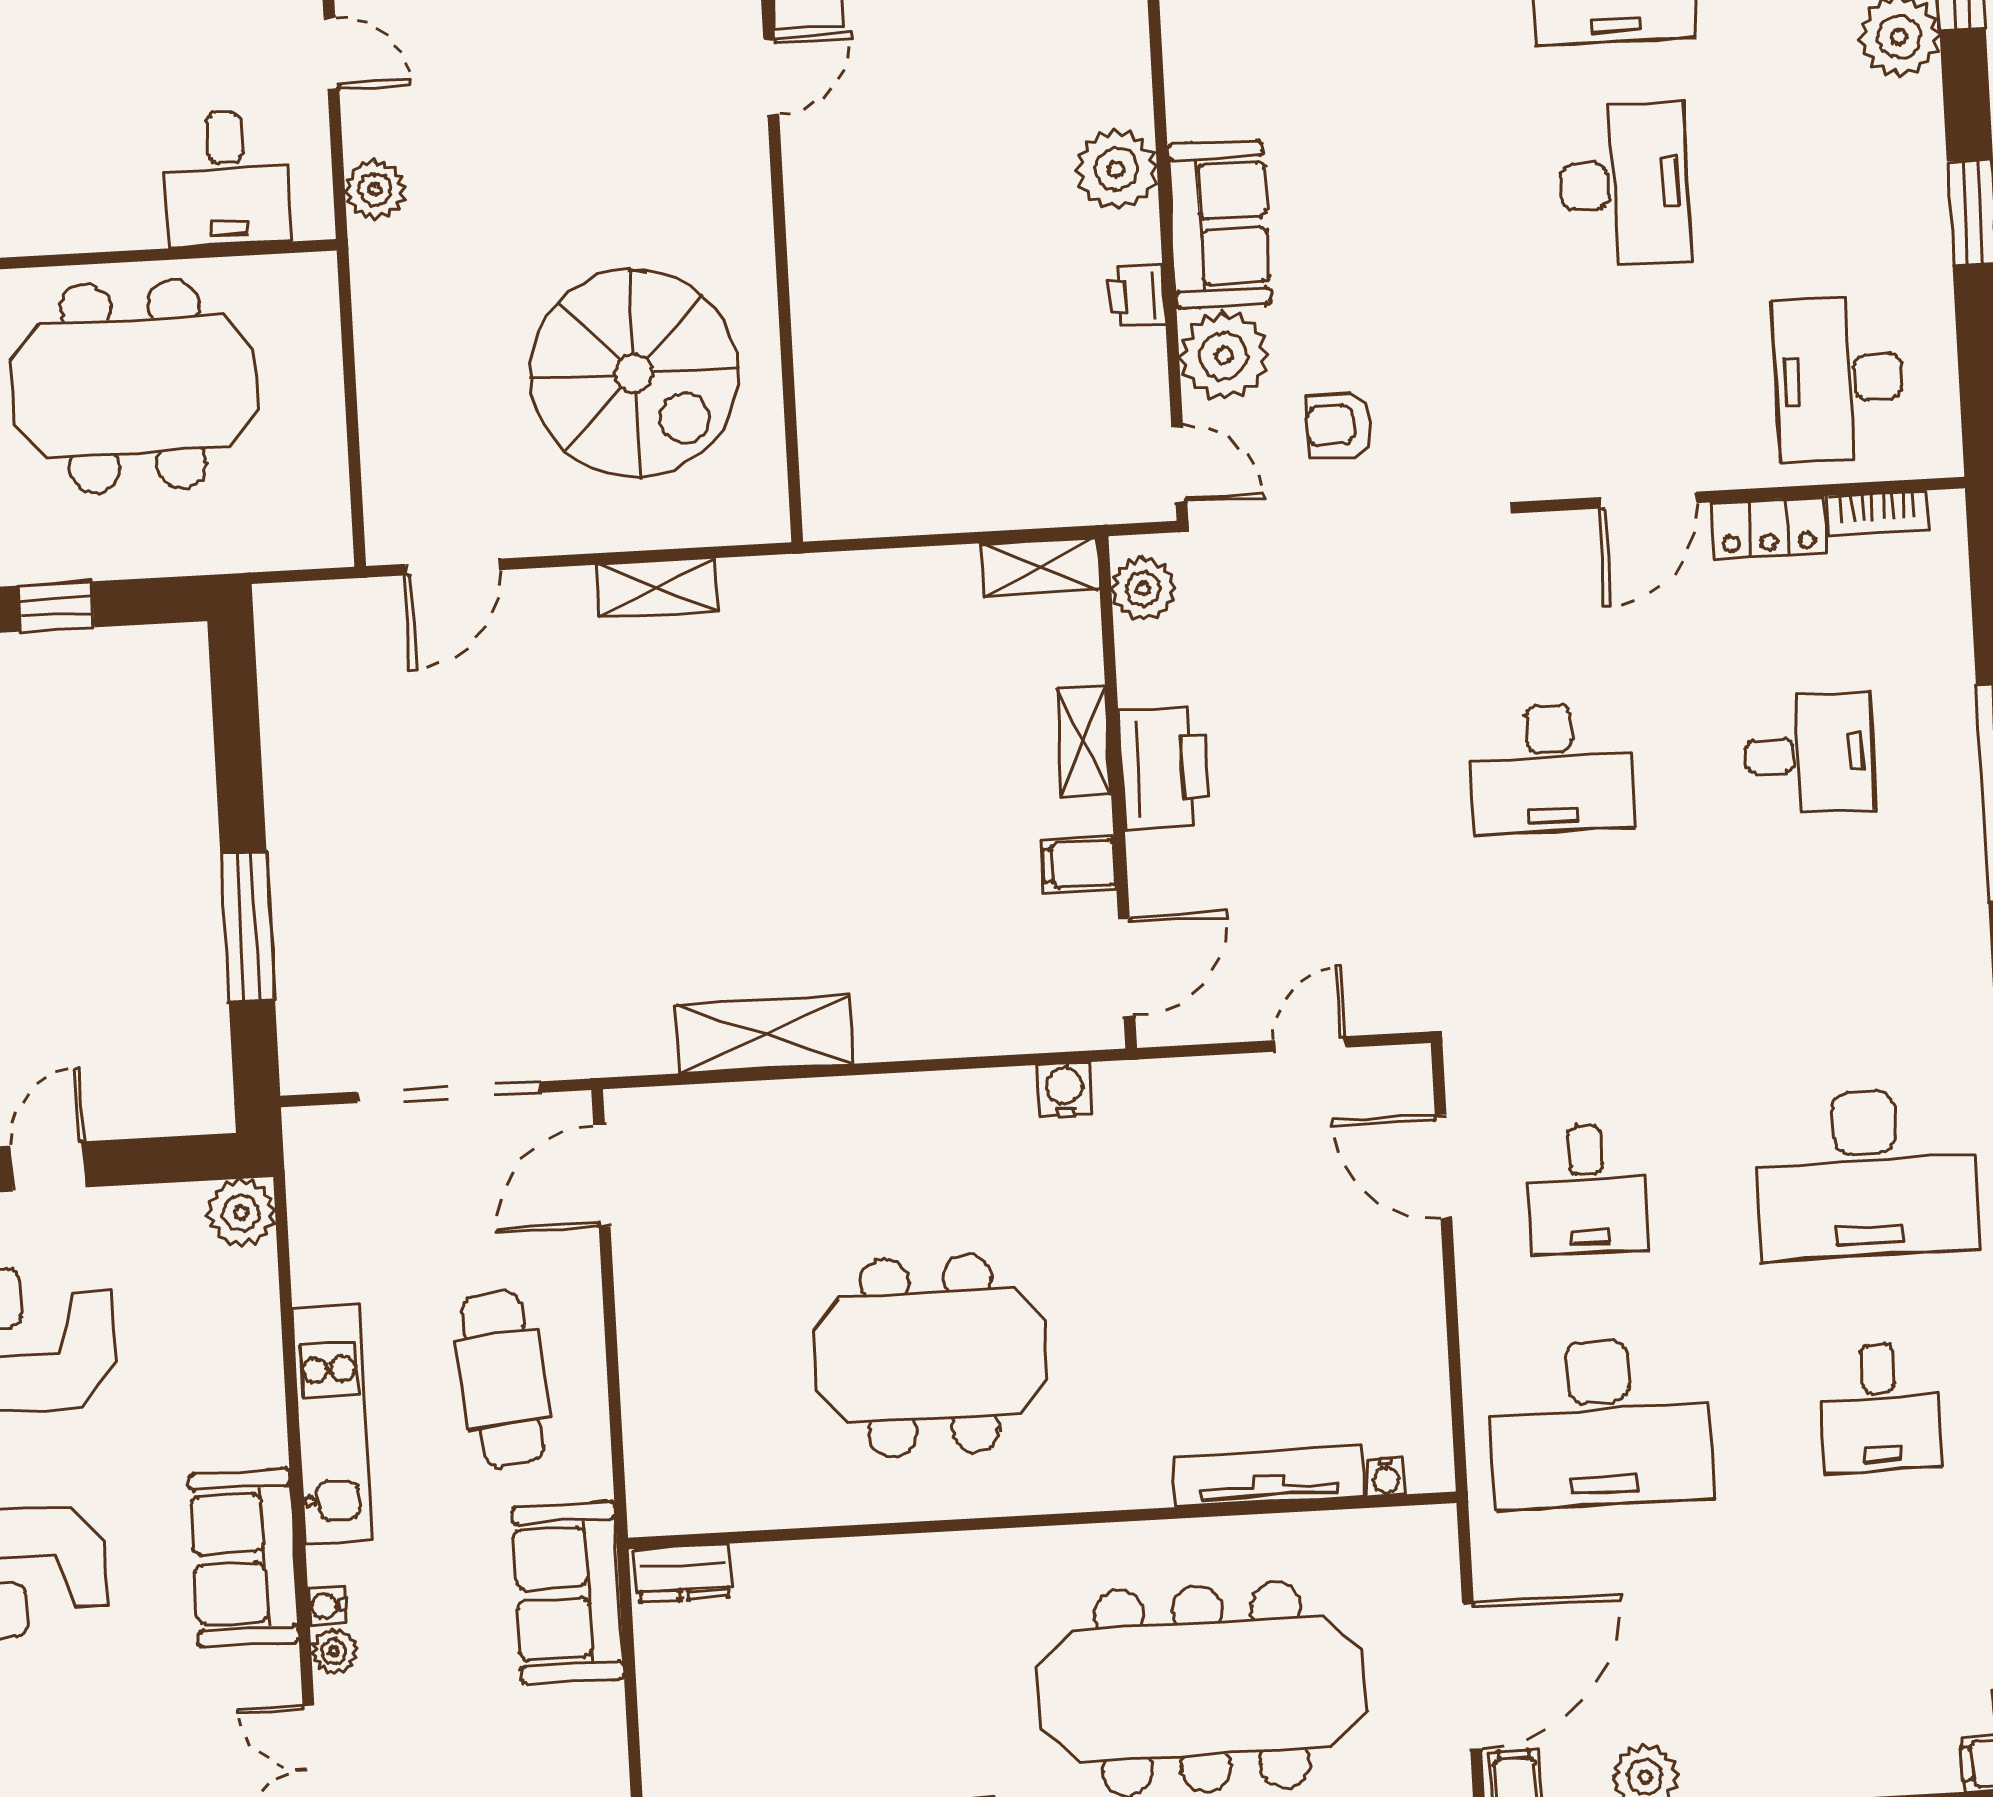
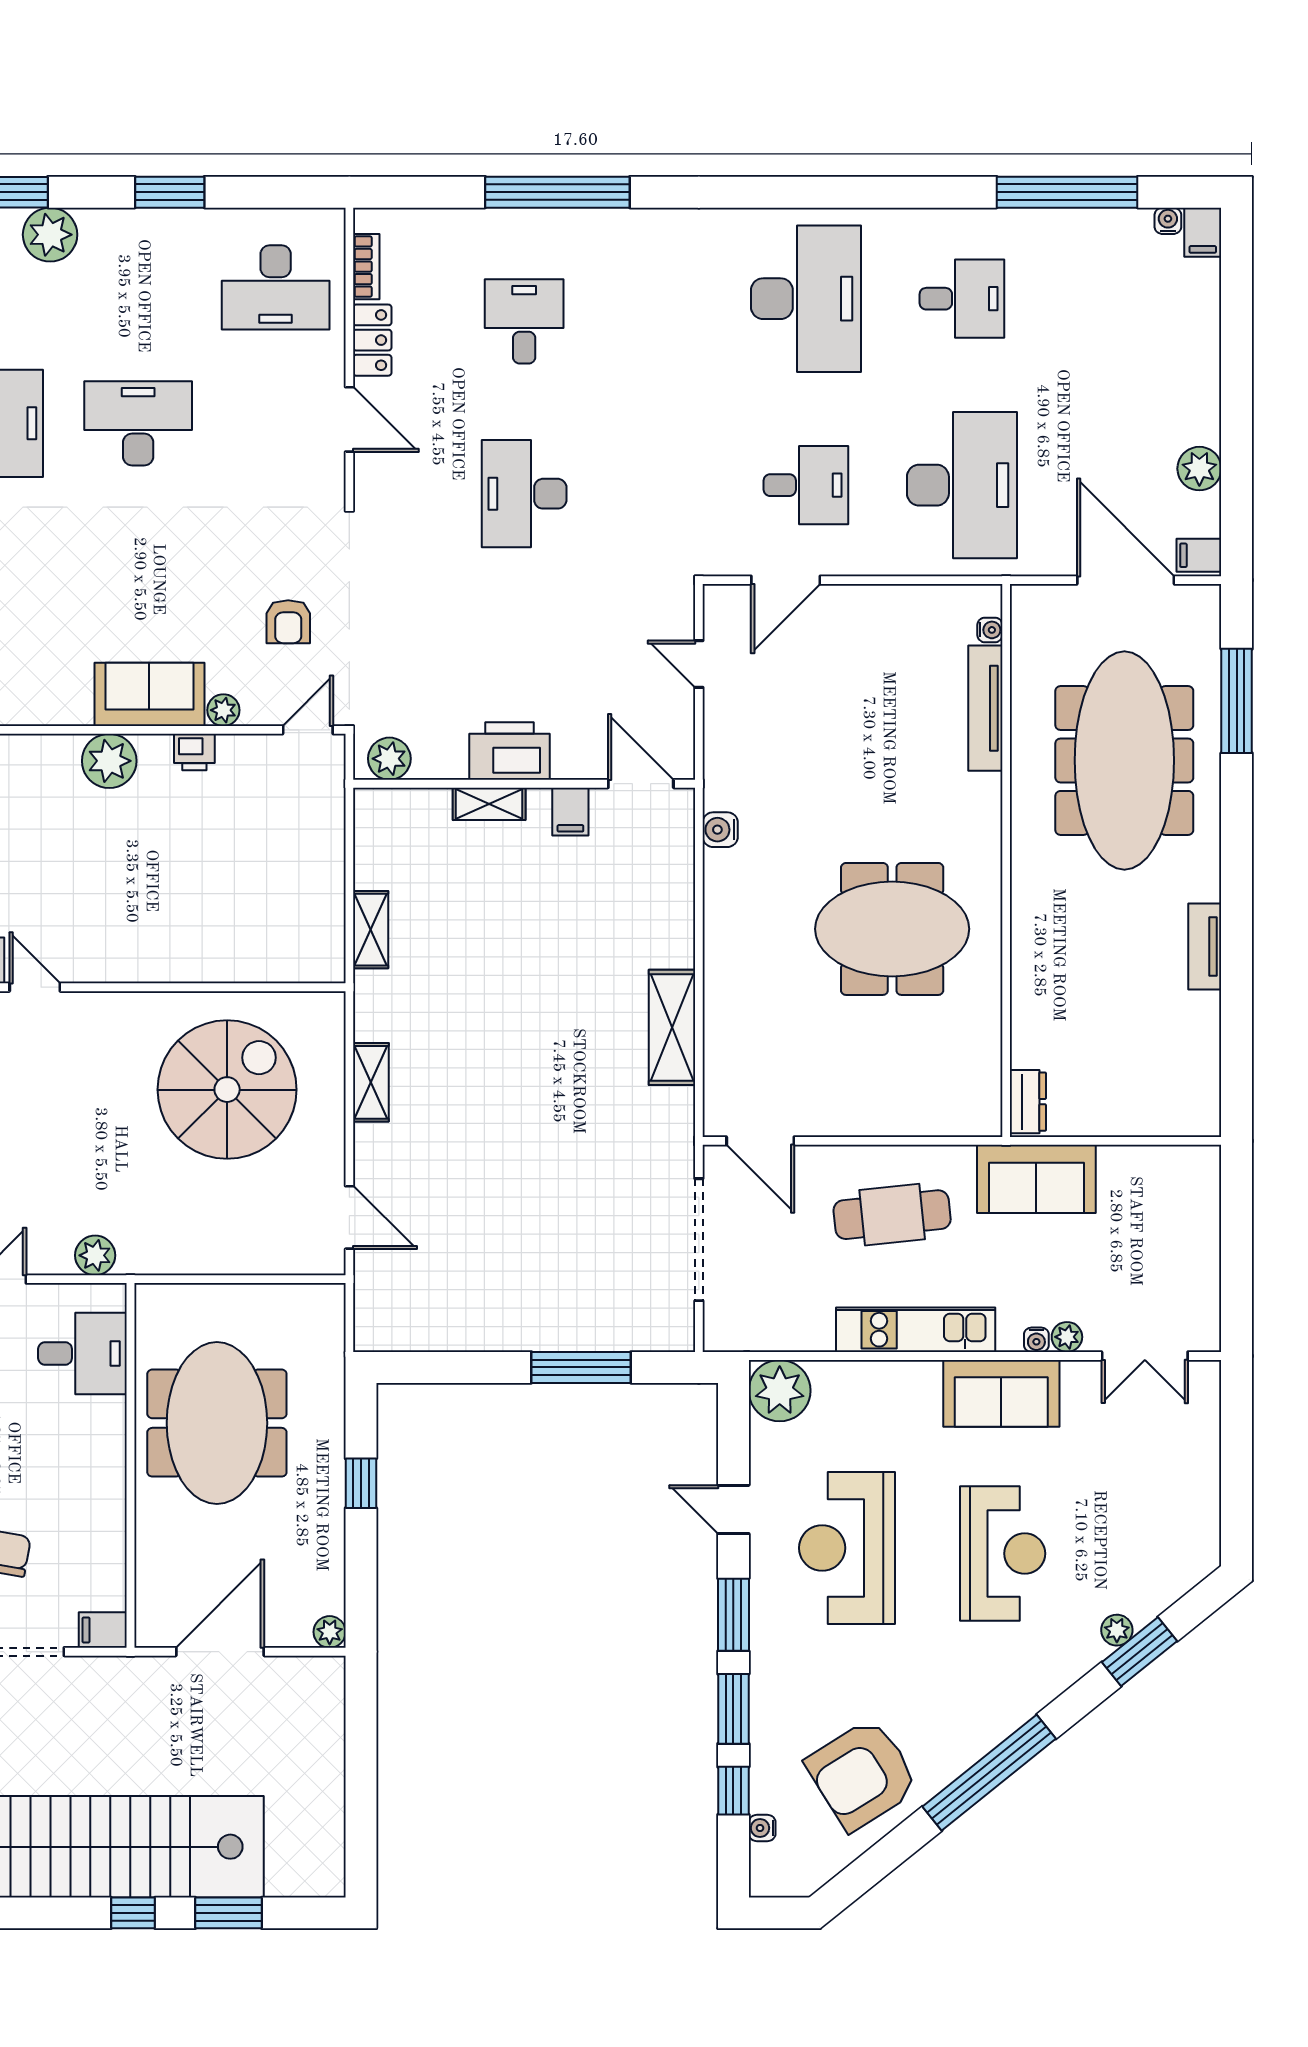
plant: (1224, 356) -> (223, 710), width x0.53, depth x0.53
shelving: (1040, 566) -> (371, 930), moved
desk: (1551, 768) -> (524, 494), turned 180
plant: (241, 1213) -> (780, 1391), width x1.36, depth x1.36
meeting table: (930, 1355) -> (892, 929), turned 90

